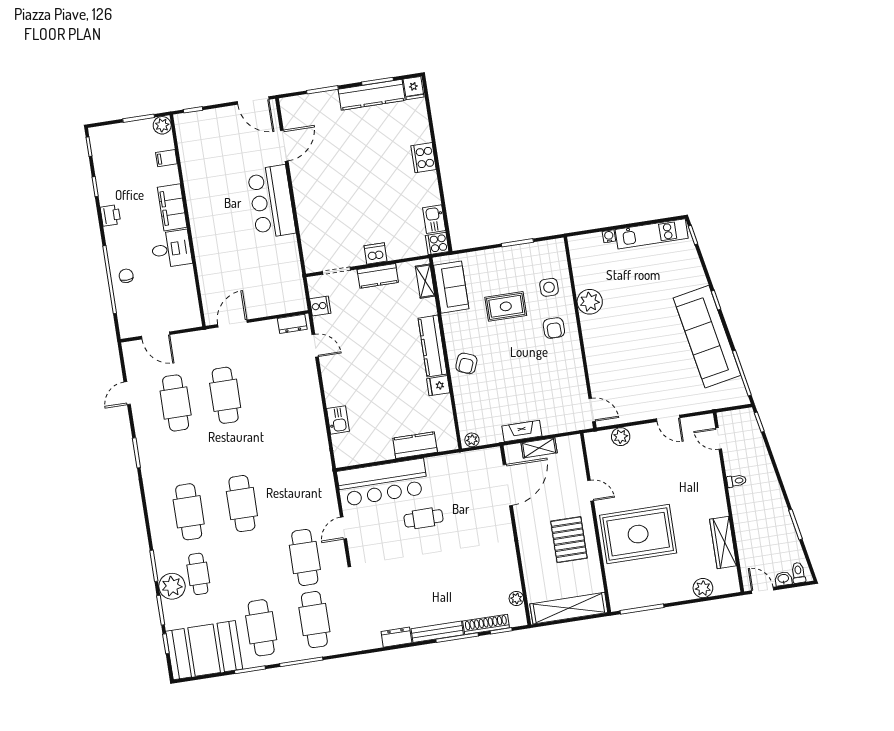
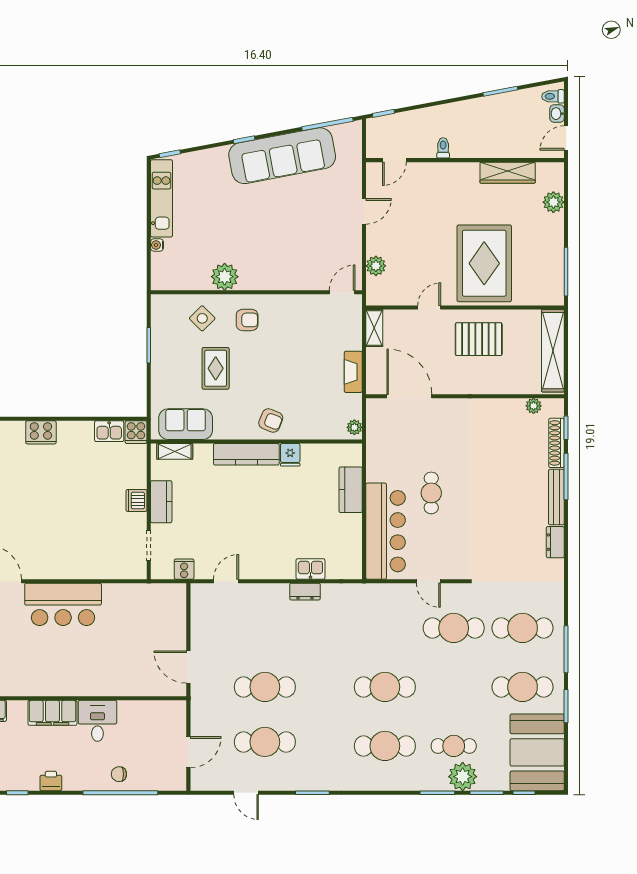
side table: (549, 287) -> (202, 318), turned 45
dresser: (292, 324) -> (305, 592), moved, turned 90
shelving: (539, 448) -> (374, 328), moved

